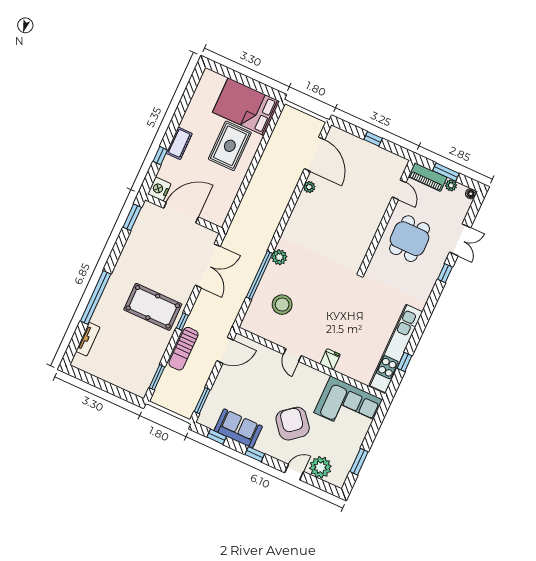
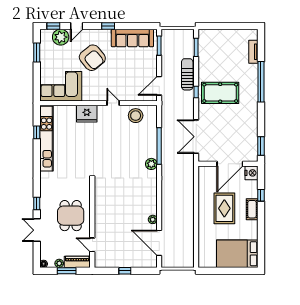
bed: (246, 107) -> (237, 254), moved, turned 180
rug: (230, 146) -> (224, 208), moved
stool: (282, 305) -> (136, 116), moved
fridge: (330, 359) -> (87, 114), width x1.88, depth x1.34
sofa: (238, 428) -> (132, 38), width x1.36
window: (217, 437) -> (53, 26), moved

